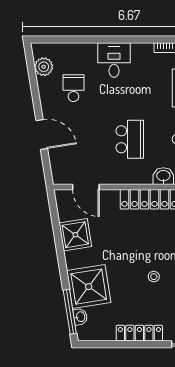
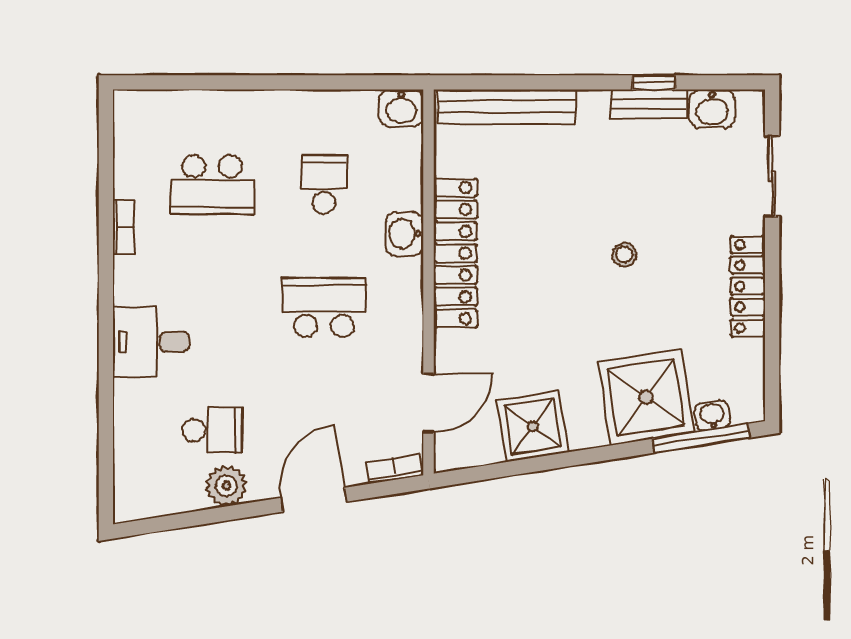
plant: (44, 67) -> (226, 486), moved
school desk: (74, 88) -> (212, 430), turned 180
bookcase: (56, 171) -> (394, 469), added

